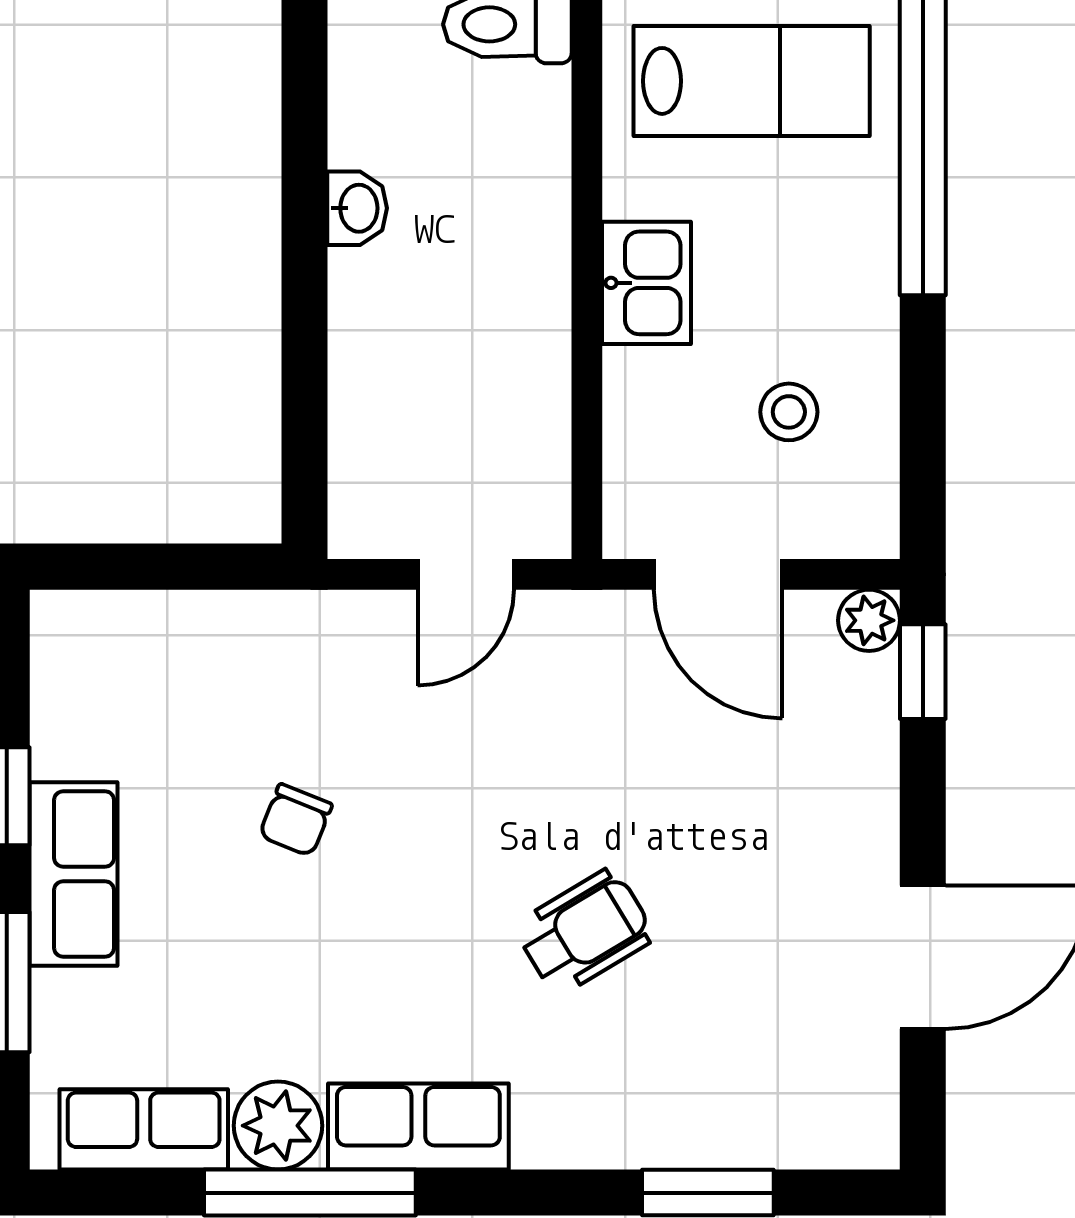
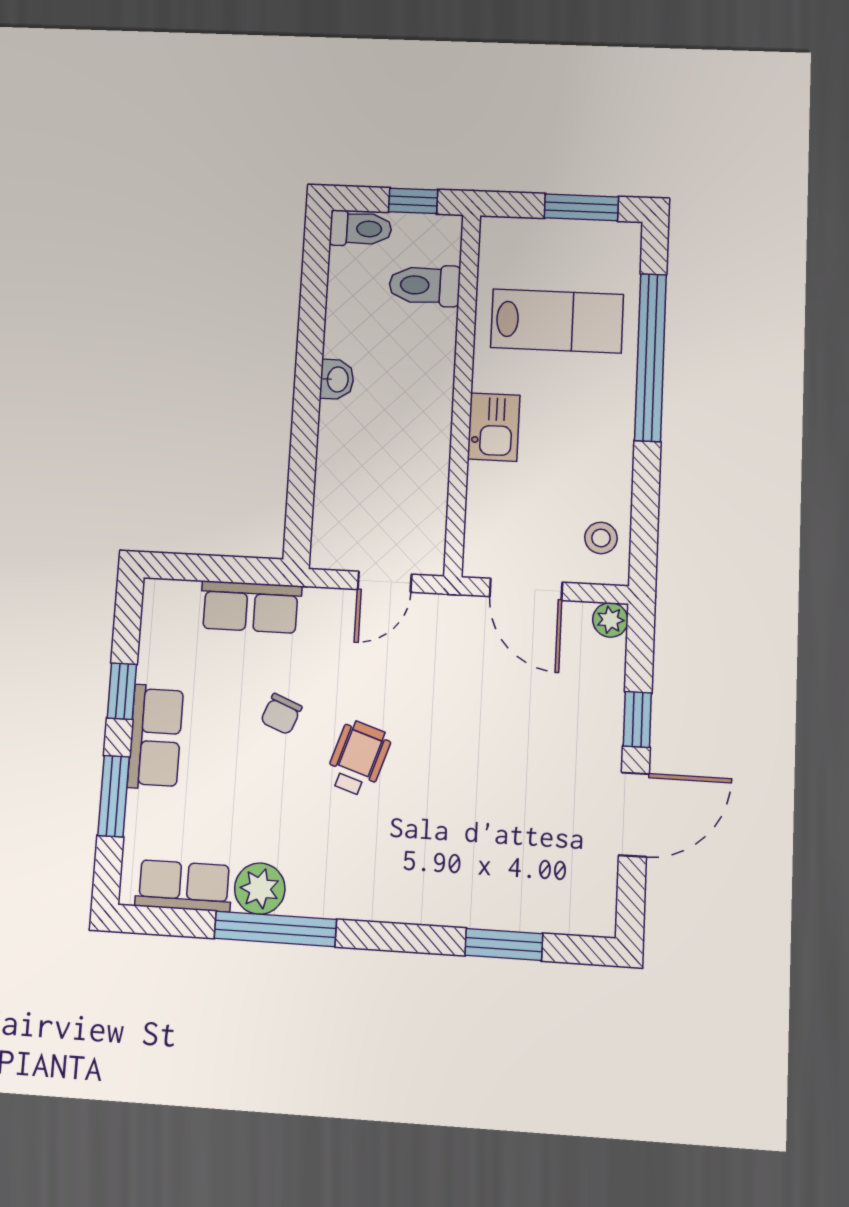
stool: (789, 412) -> (601, 538), moved
window: (923, 672) -> (637, 719), moved
wheelchair: (585, 932) -> (358, 758), moved, turned -41
row of seats: (418, 1127) -> (251, 607), moved, turned 180

